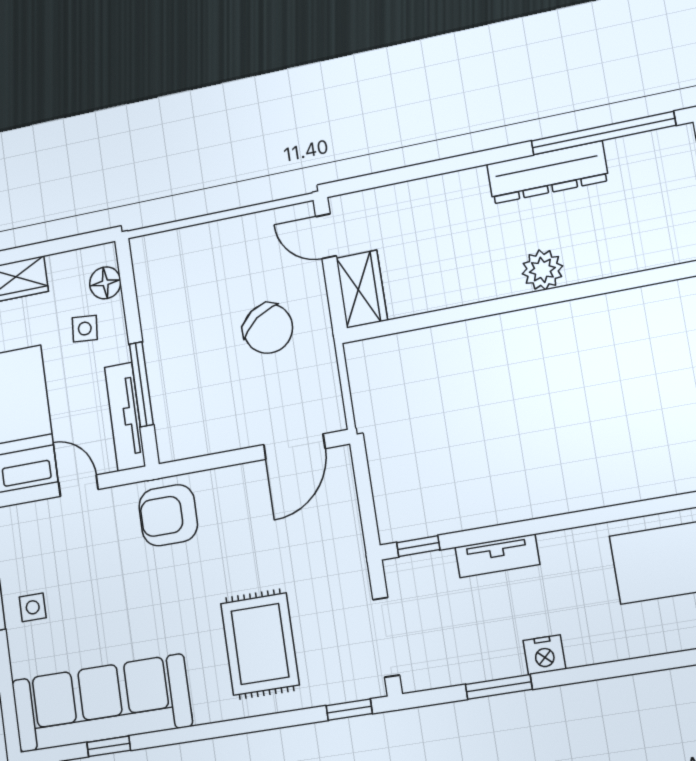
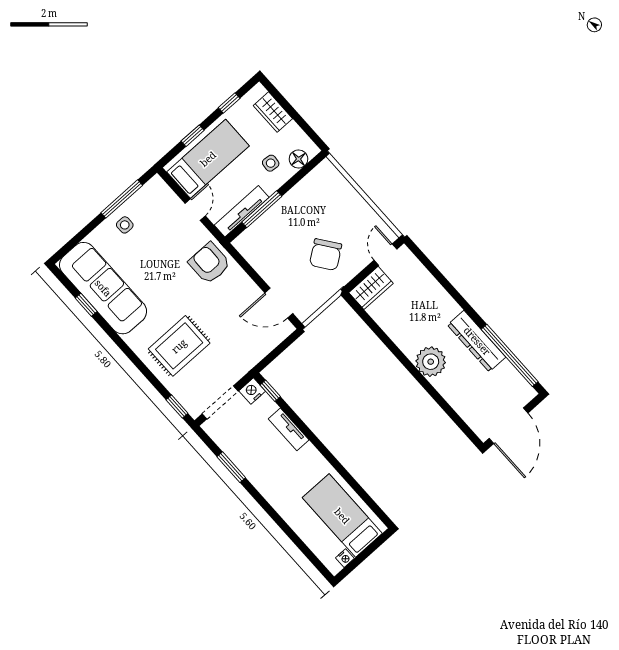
plant: (542, 270) -> (431, 362), width x1.36, depth x1.36
nightstand: (544, 655) -> (252, 391), moved, turned 90

